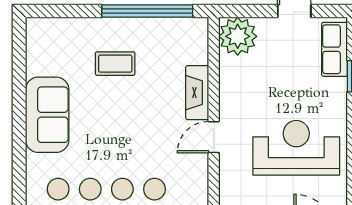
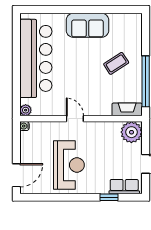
coffee table: (115, 64) -> (116, 63), turned 57
fireplace: (197, 93) -> (127, 109), moved

